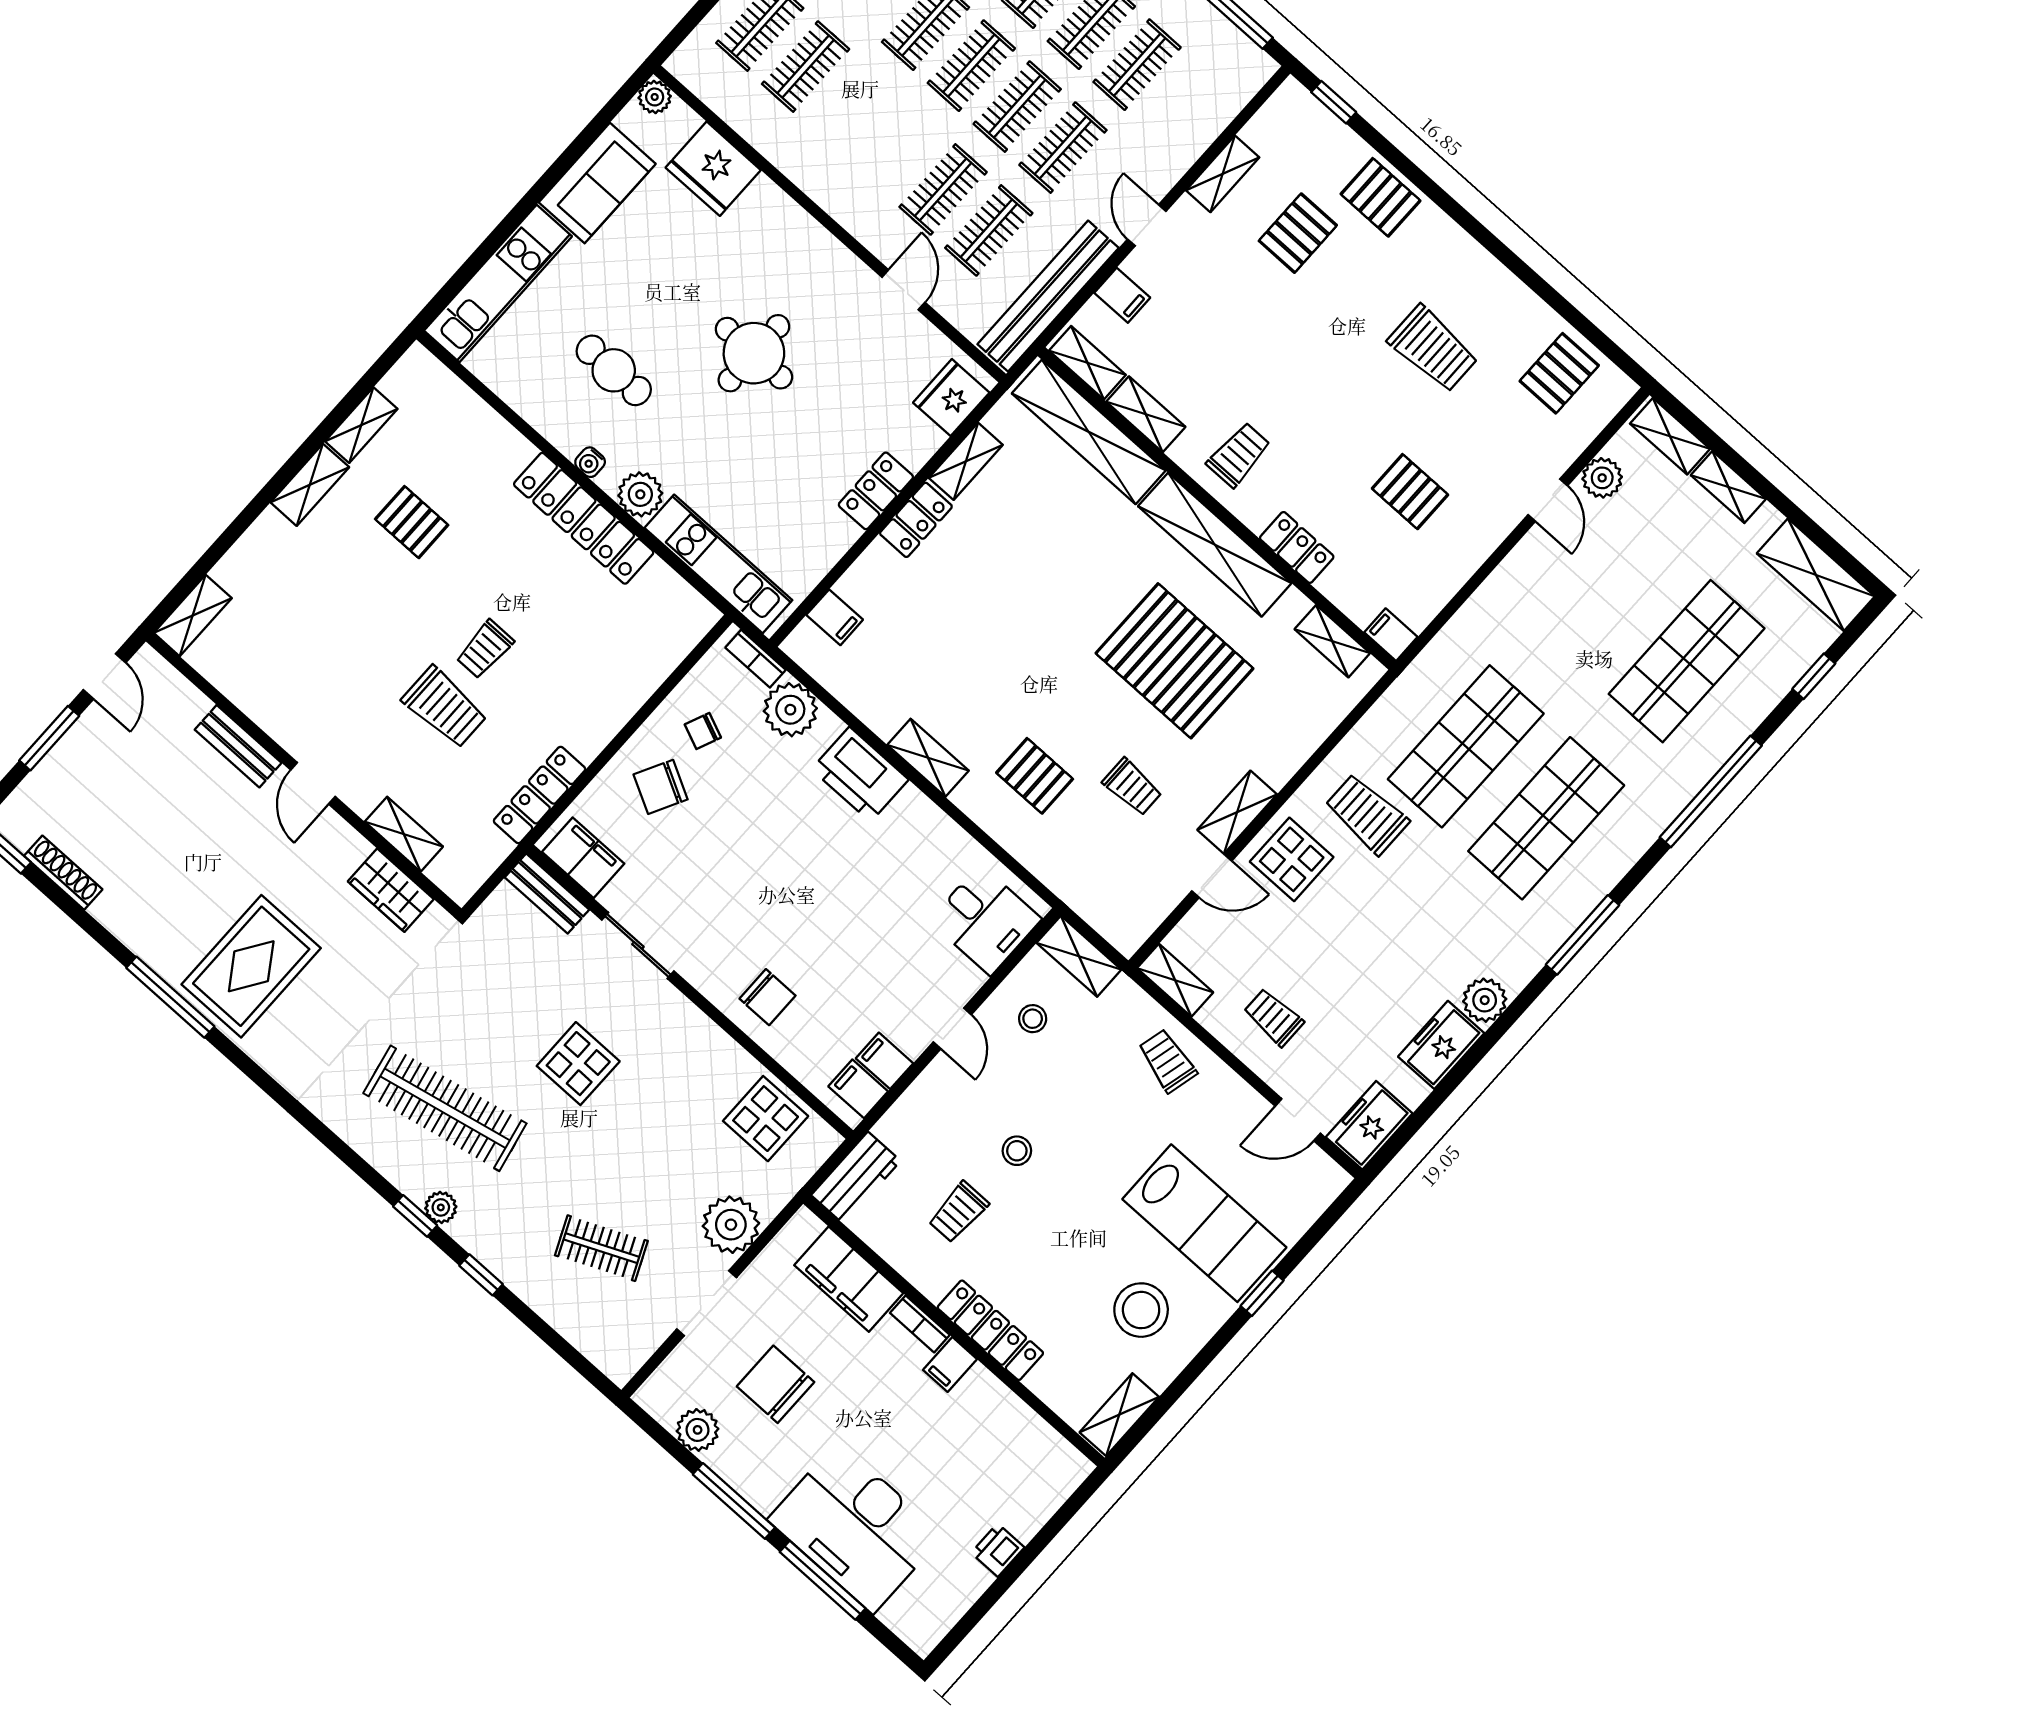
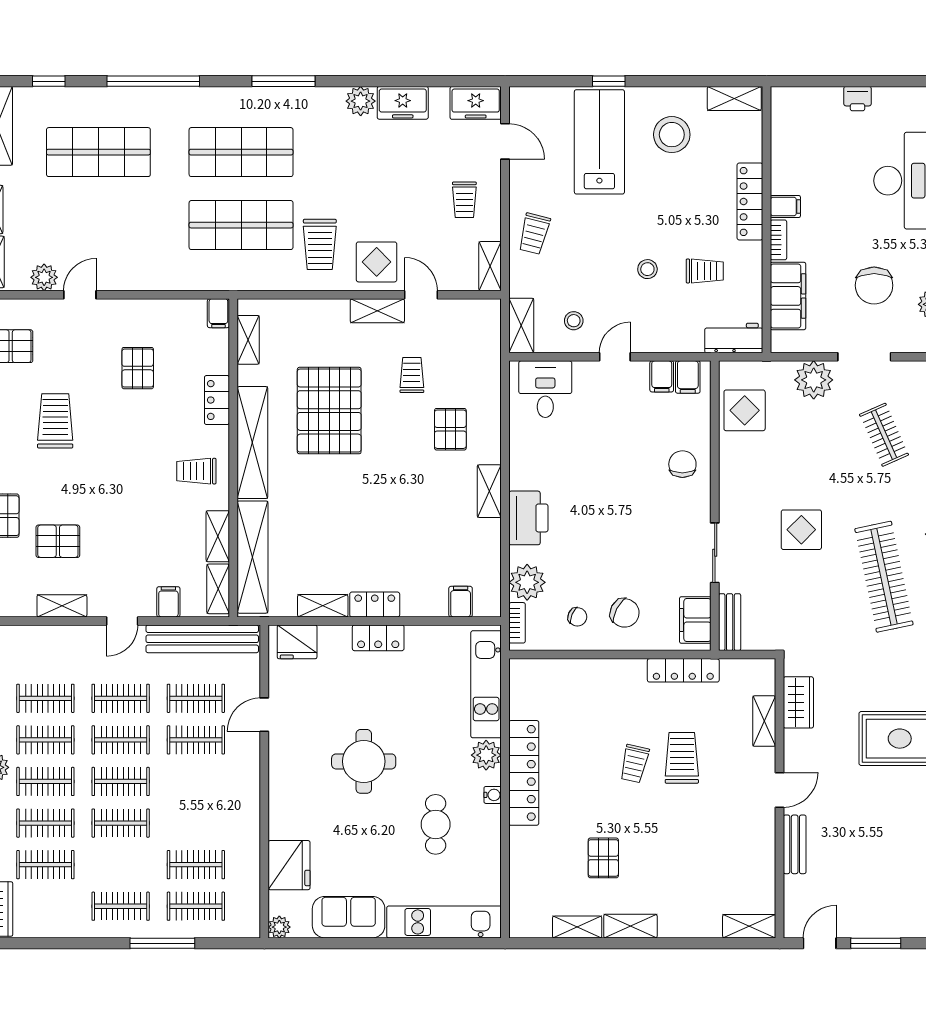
trolley: (485, 649) -> (634, 764), turned 103

